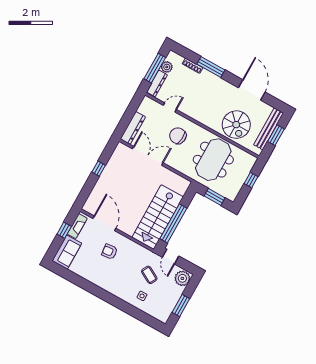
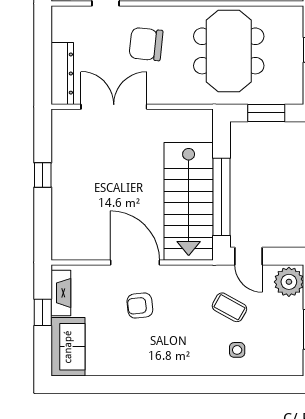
door: (104, 223) -> (135, 262), moved

